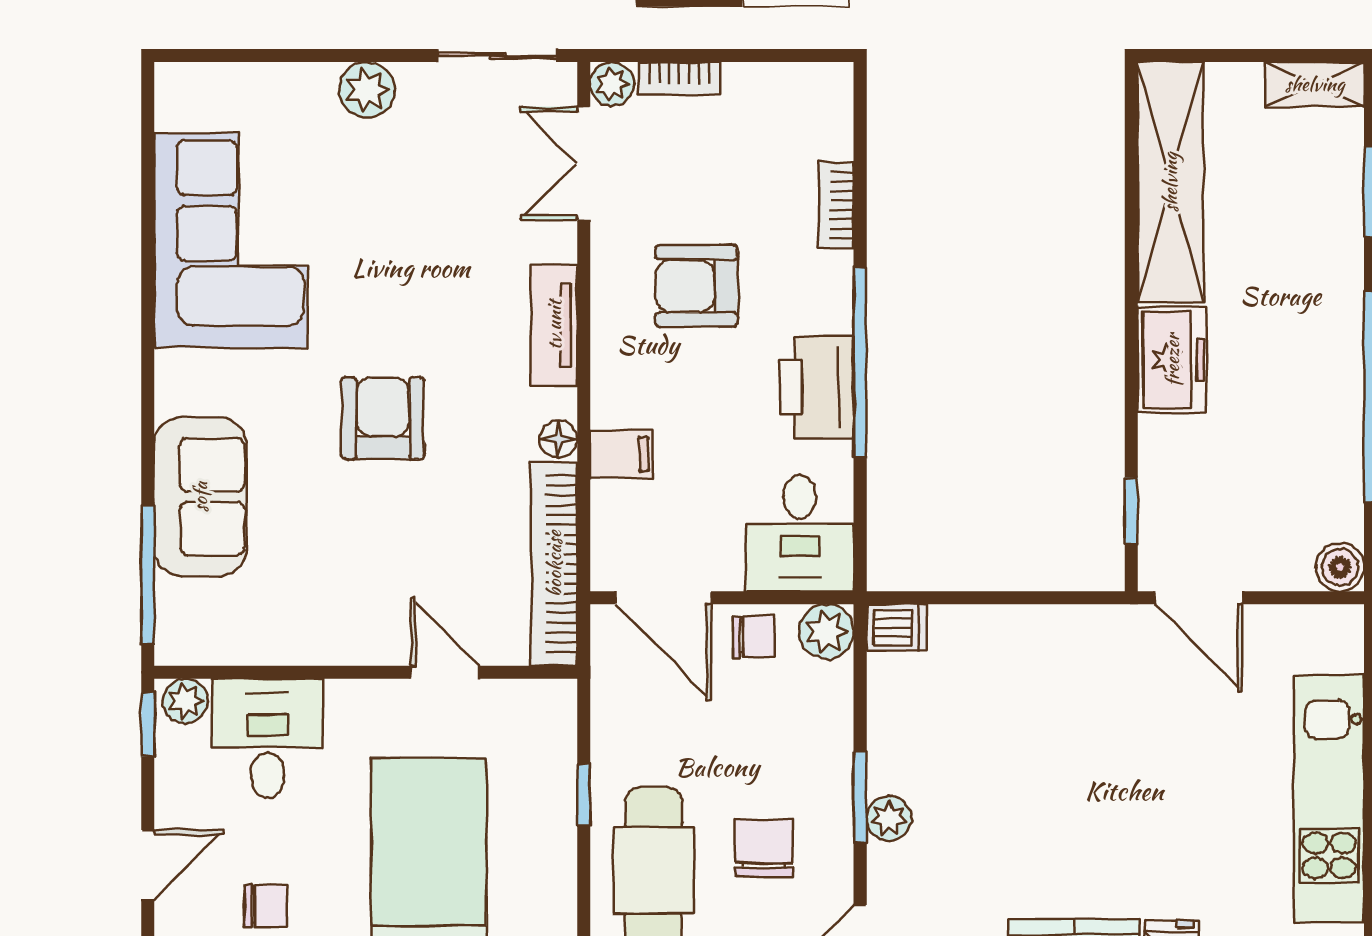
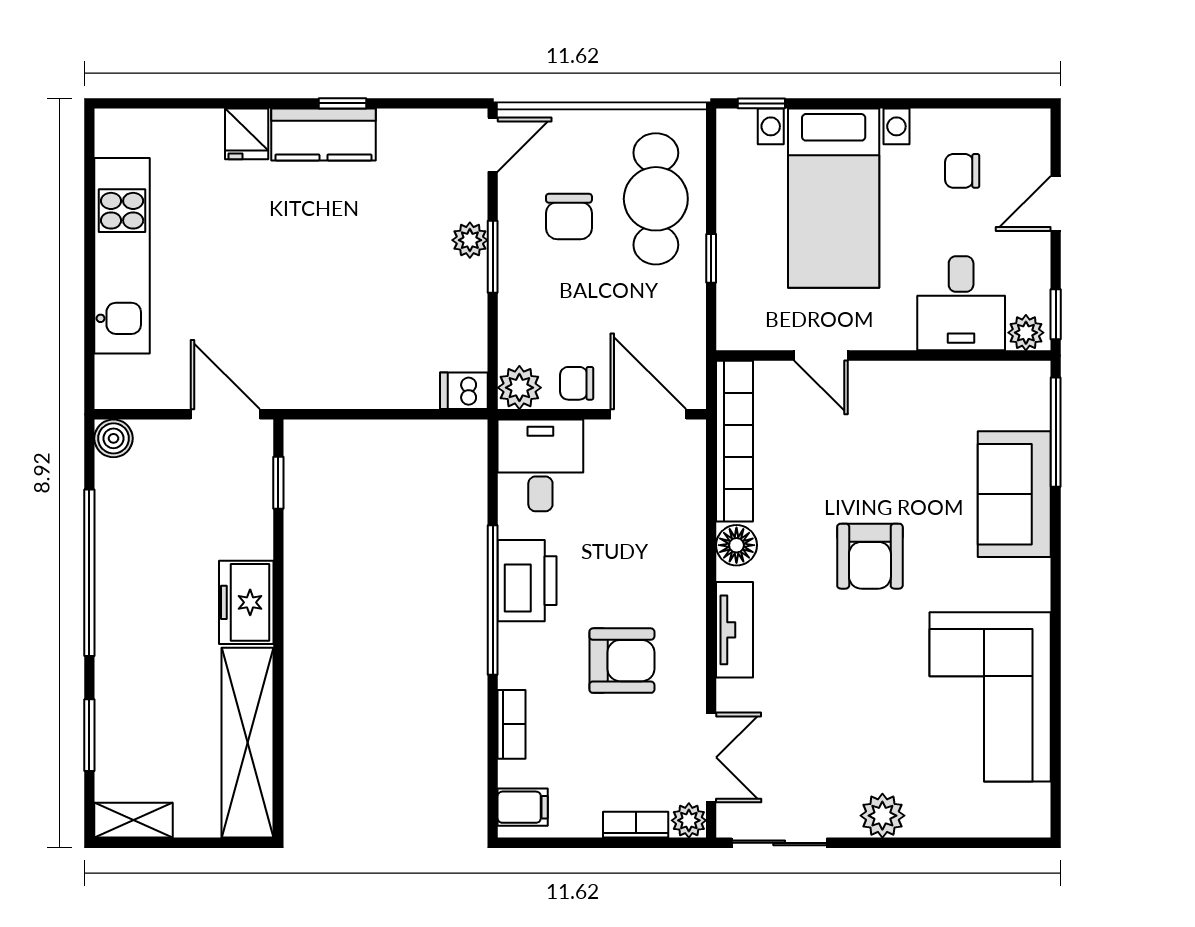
floor lamp: (559, 439) -> (736, 545), width x1.37, depth x1.37
filing cabinet: (622, 454) -> (523, 807), moved, turned 180

